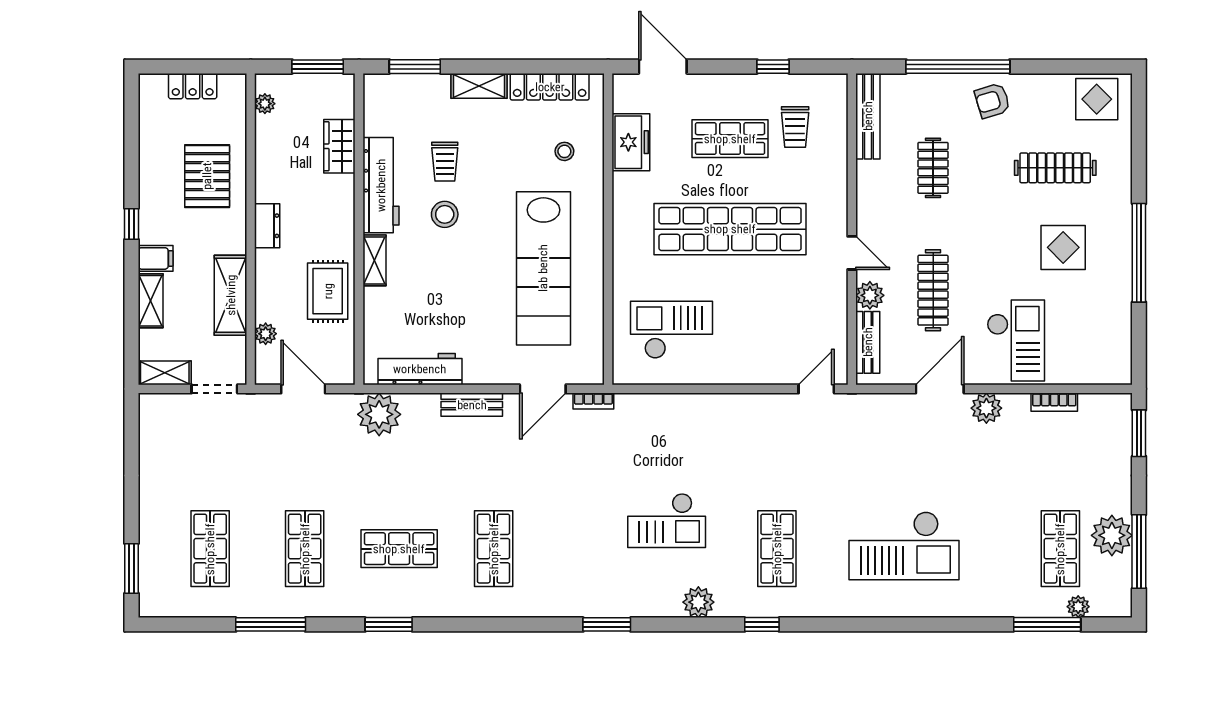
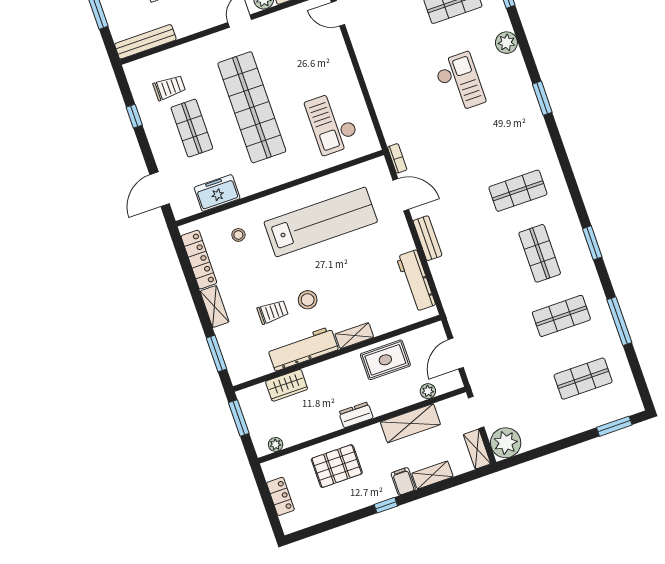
plant: (379, 414) -> (506, 443), moved

